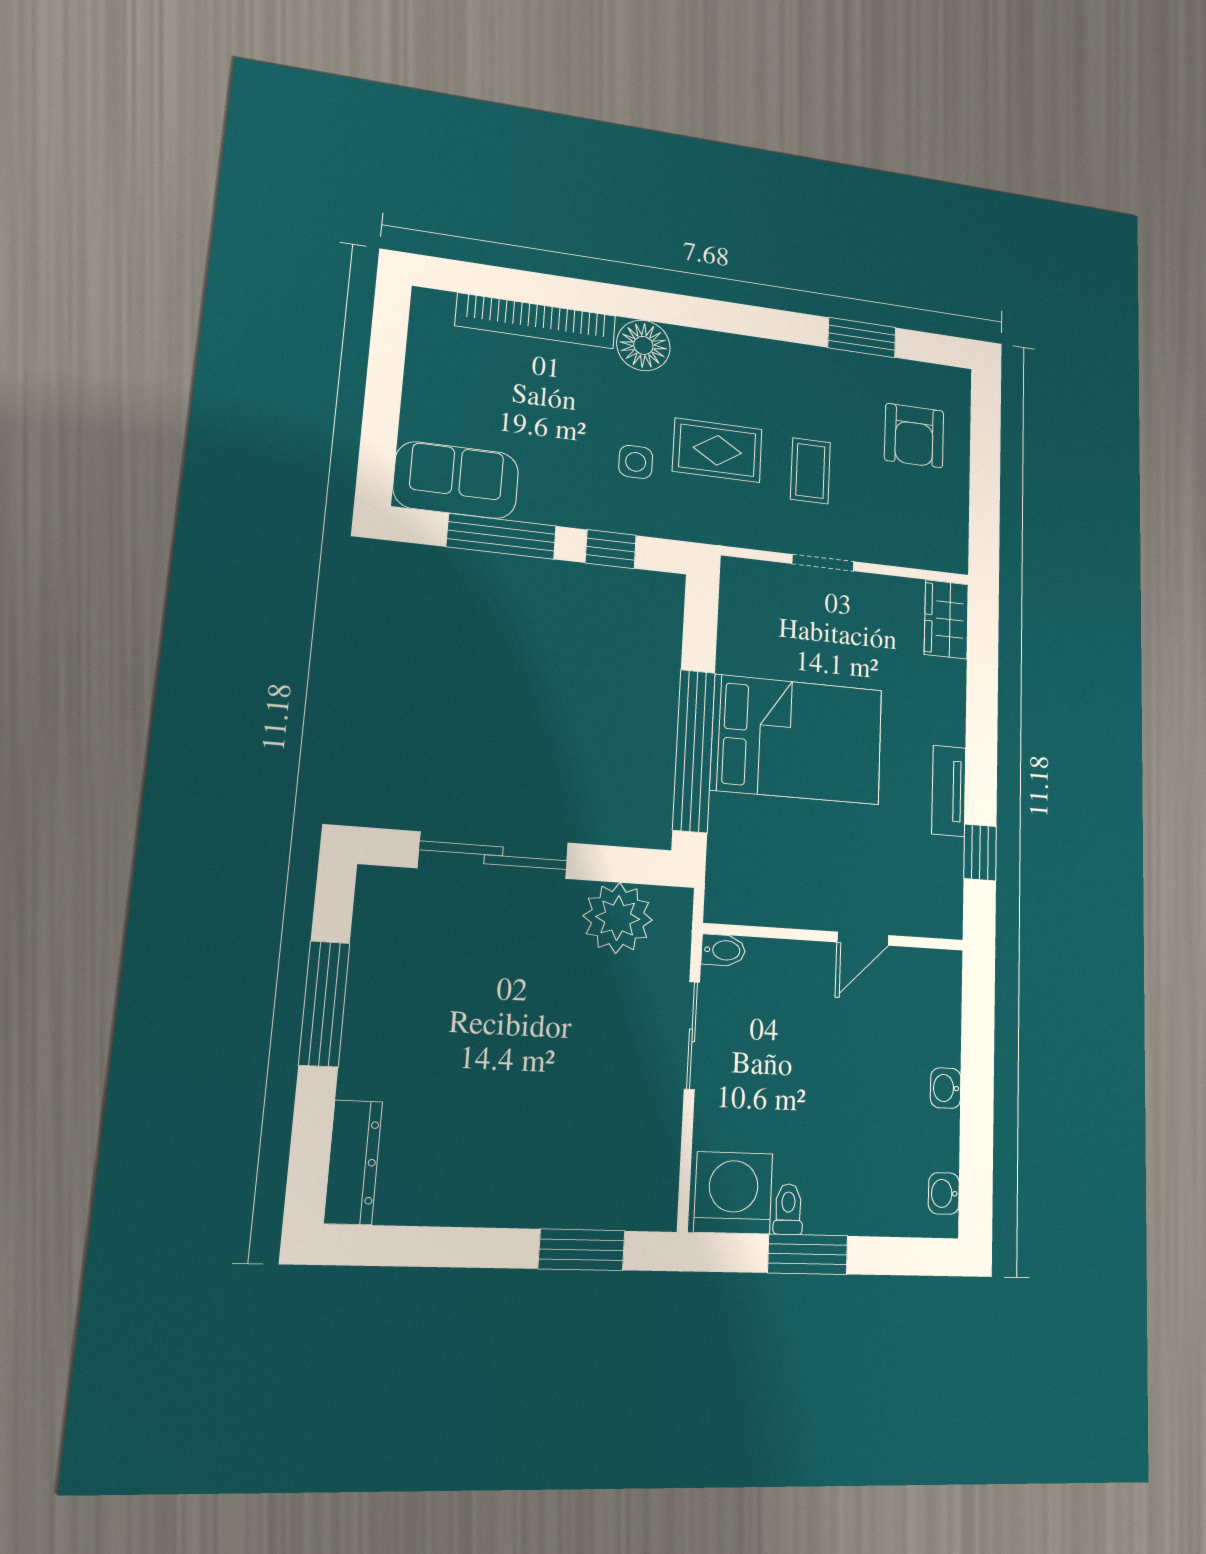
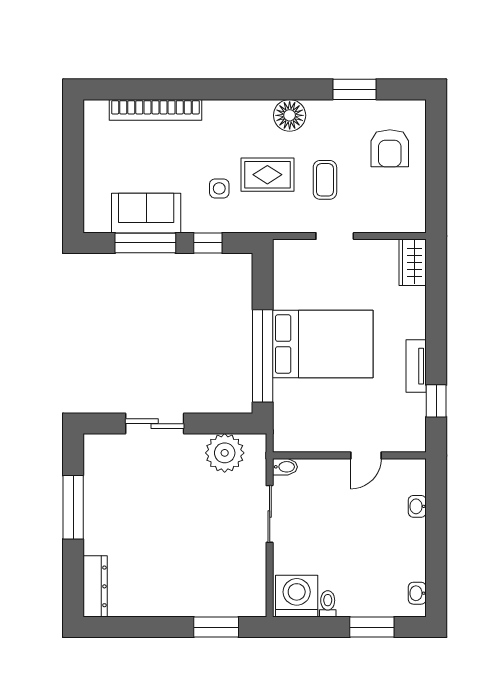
floor lamp: (643, 345) -> (290, 115), moved
sofa: (456, 480) -> (146, 213), moved
sliding door: (494, 855) -> (155, 424), width x0.73
washbasin: (946, 1088) -> (417, 506), moved
window: (808, 1254) -> (372, 627), moved

